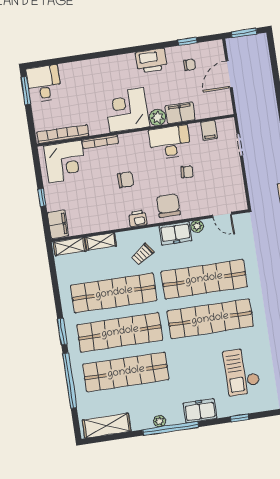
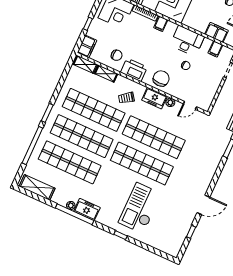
filing cabinet: (180, 113) -> (217, 32), moved
plant: (157, 117) -> (189, 21), removed
filing cabinet: (126, 142) -> (161, 24), added
chair: (126, 180) -> (117, 55), moved
door: (222, 215) -> (190, 105), hinge flipped
printer: (138, 218) -> (134, 70), width x1.87, depth x1.48
checkout: (242, 372) -> (140, 208), width x1.36, depth x1.21
freezer: (200, 411) -> (87, 209), moved

